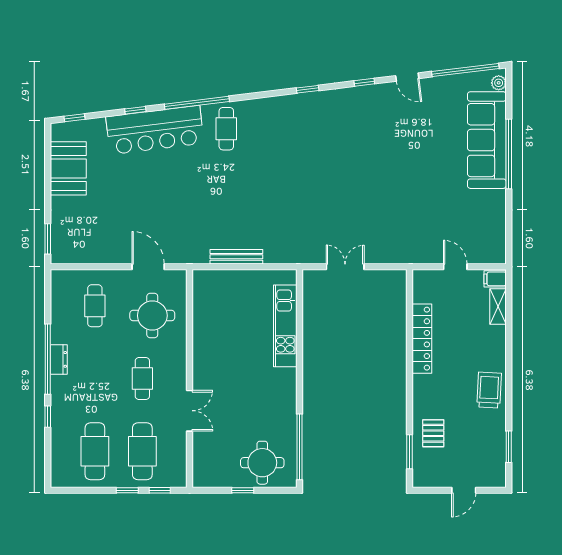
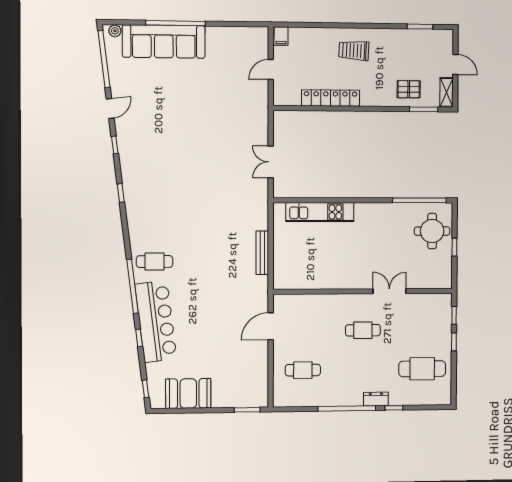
shelving: (498, 306) -> (447, 92), moved, turned 90
round table: (152, 316) -> (311, 322), removed
dresser: (59, 359) -> (376, 399), moved
trolley: (489, 390) -> (354, 50), moved
cafe table: (142, 451) -> (422, 330), removed

